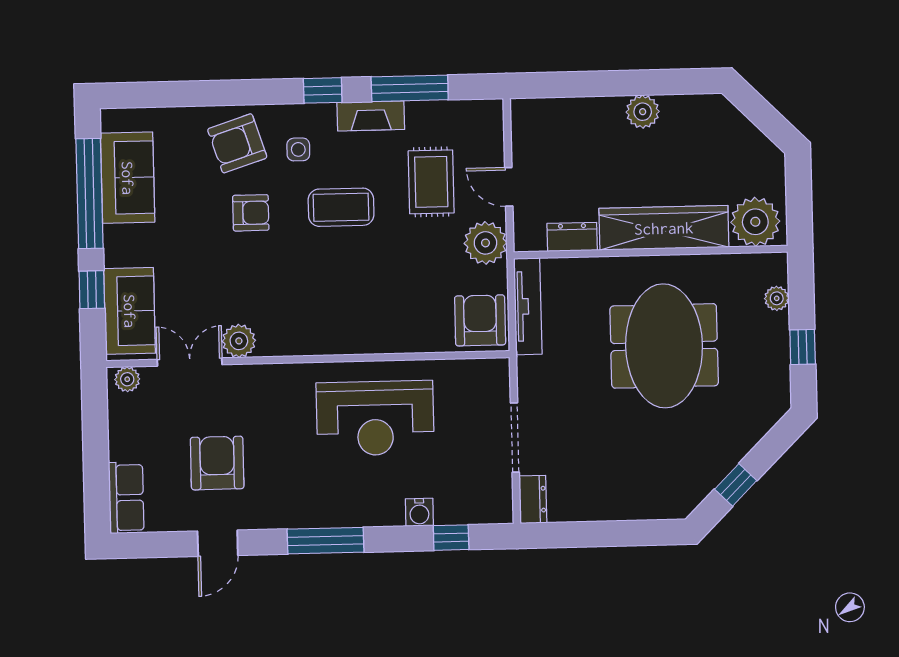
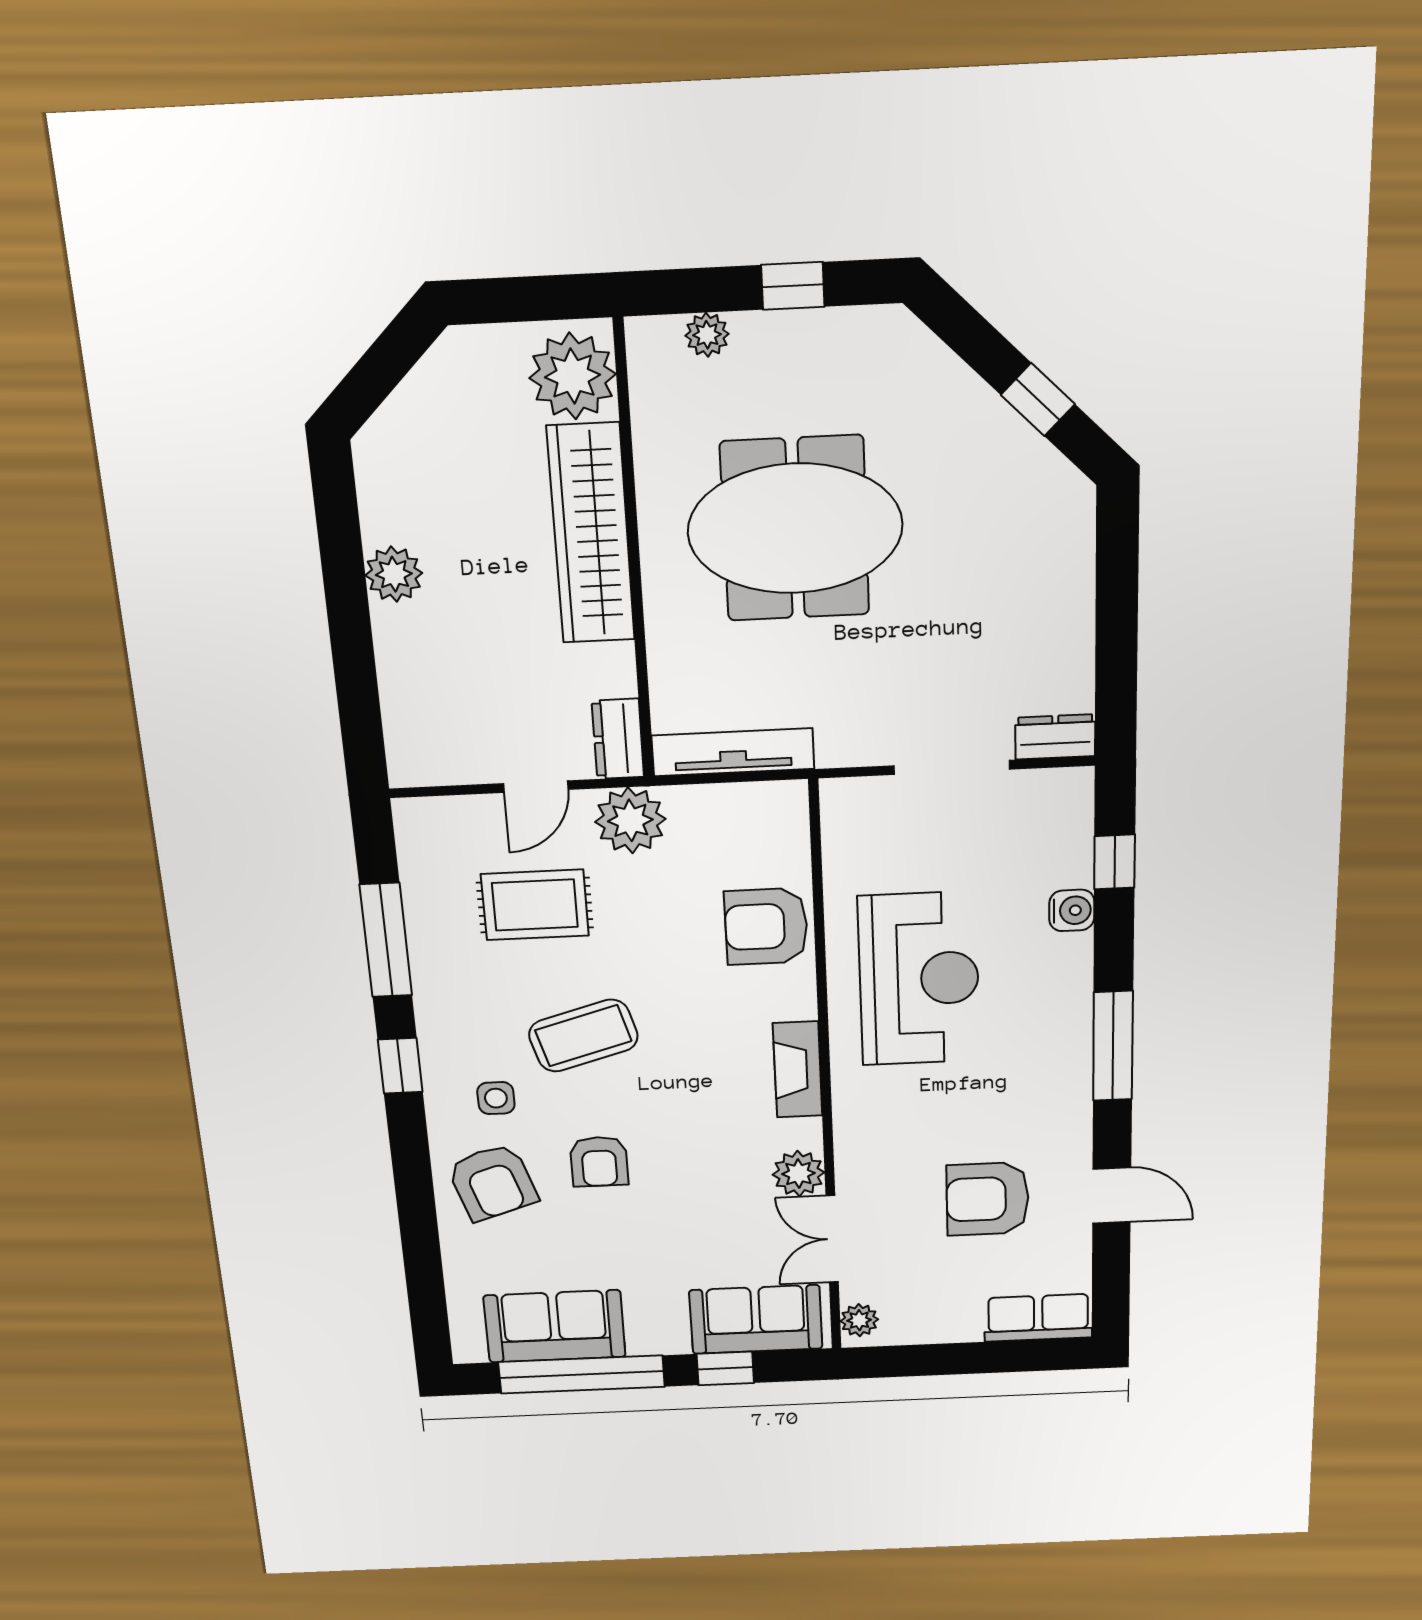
fireplace: (371, 116) -> (798, 1070), moved, turned 180
coffee table: (341, 207) -> (583, 1036), turned 74
armchair: (251, 213) -> (599, 1162), turned 180
dresser: (572, 237) -> (618, 739), moved
armchair: (480, 320) -> (766, 926), moved

